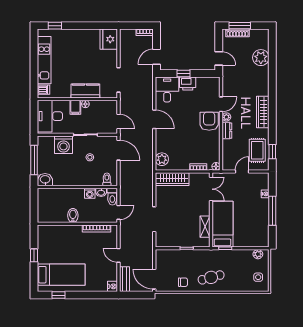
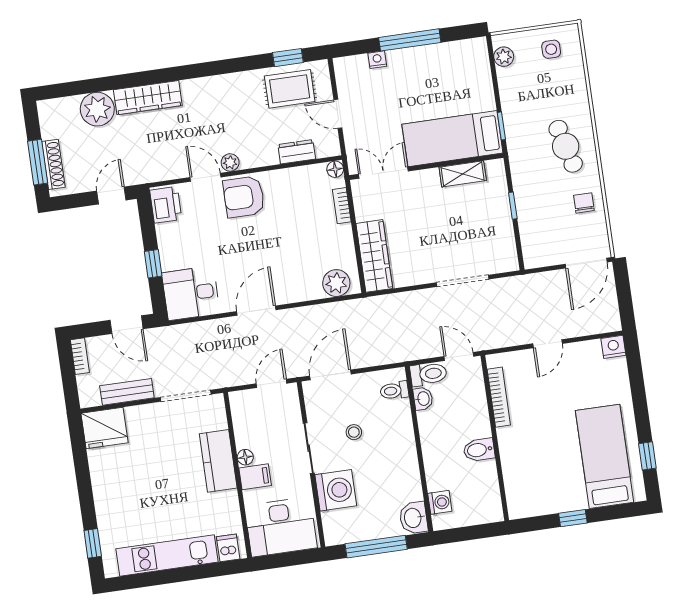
printer: (188, 84) -> (166, 205), moved
wardrobe: (263, 112) -> (148, 98), moved
dresser: (227, 131) -> (297, 152), moved
washing machine: (90, 193) -> (440, 502), moved
bench: (125, 279) -> (127, 392), moved

